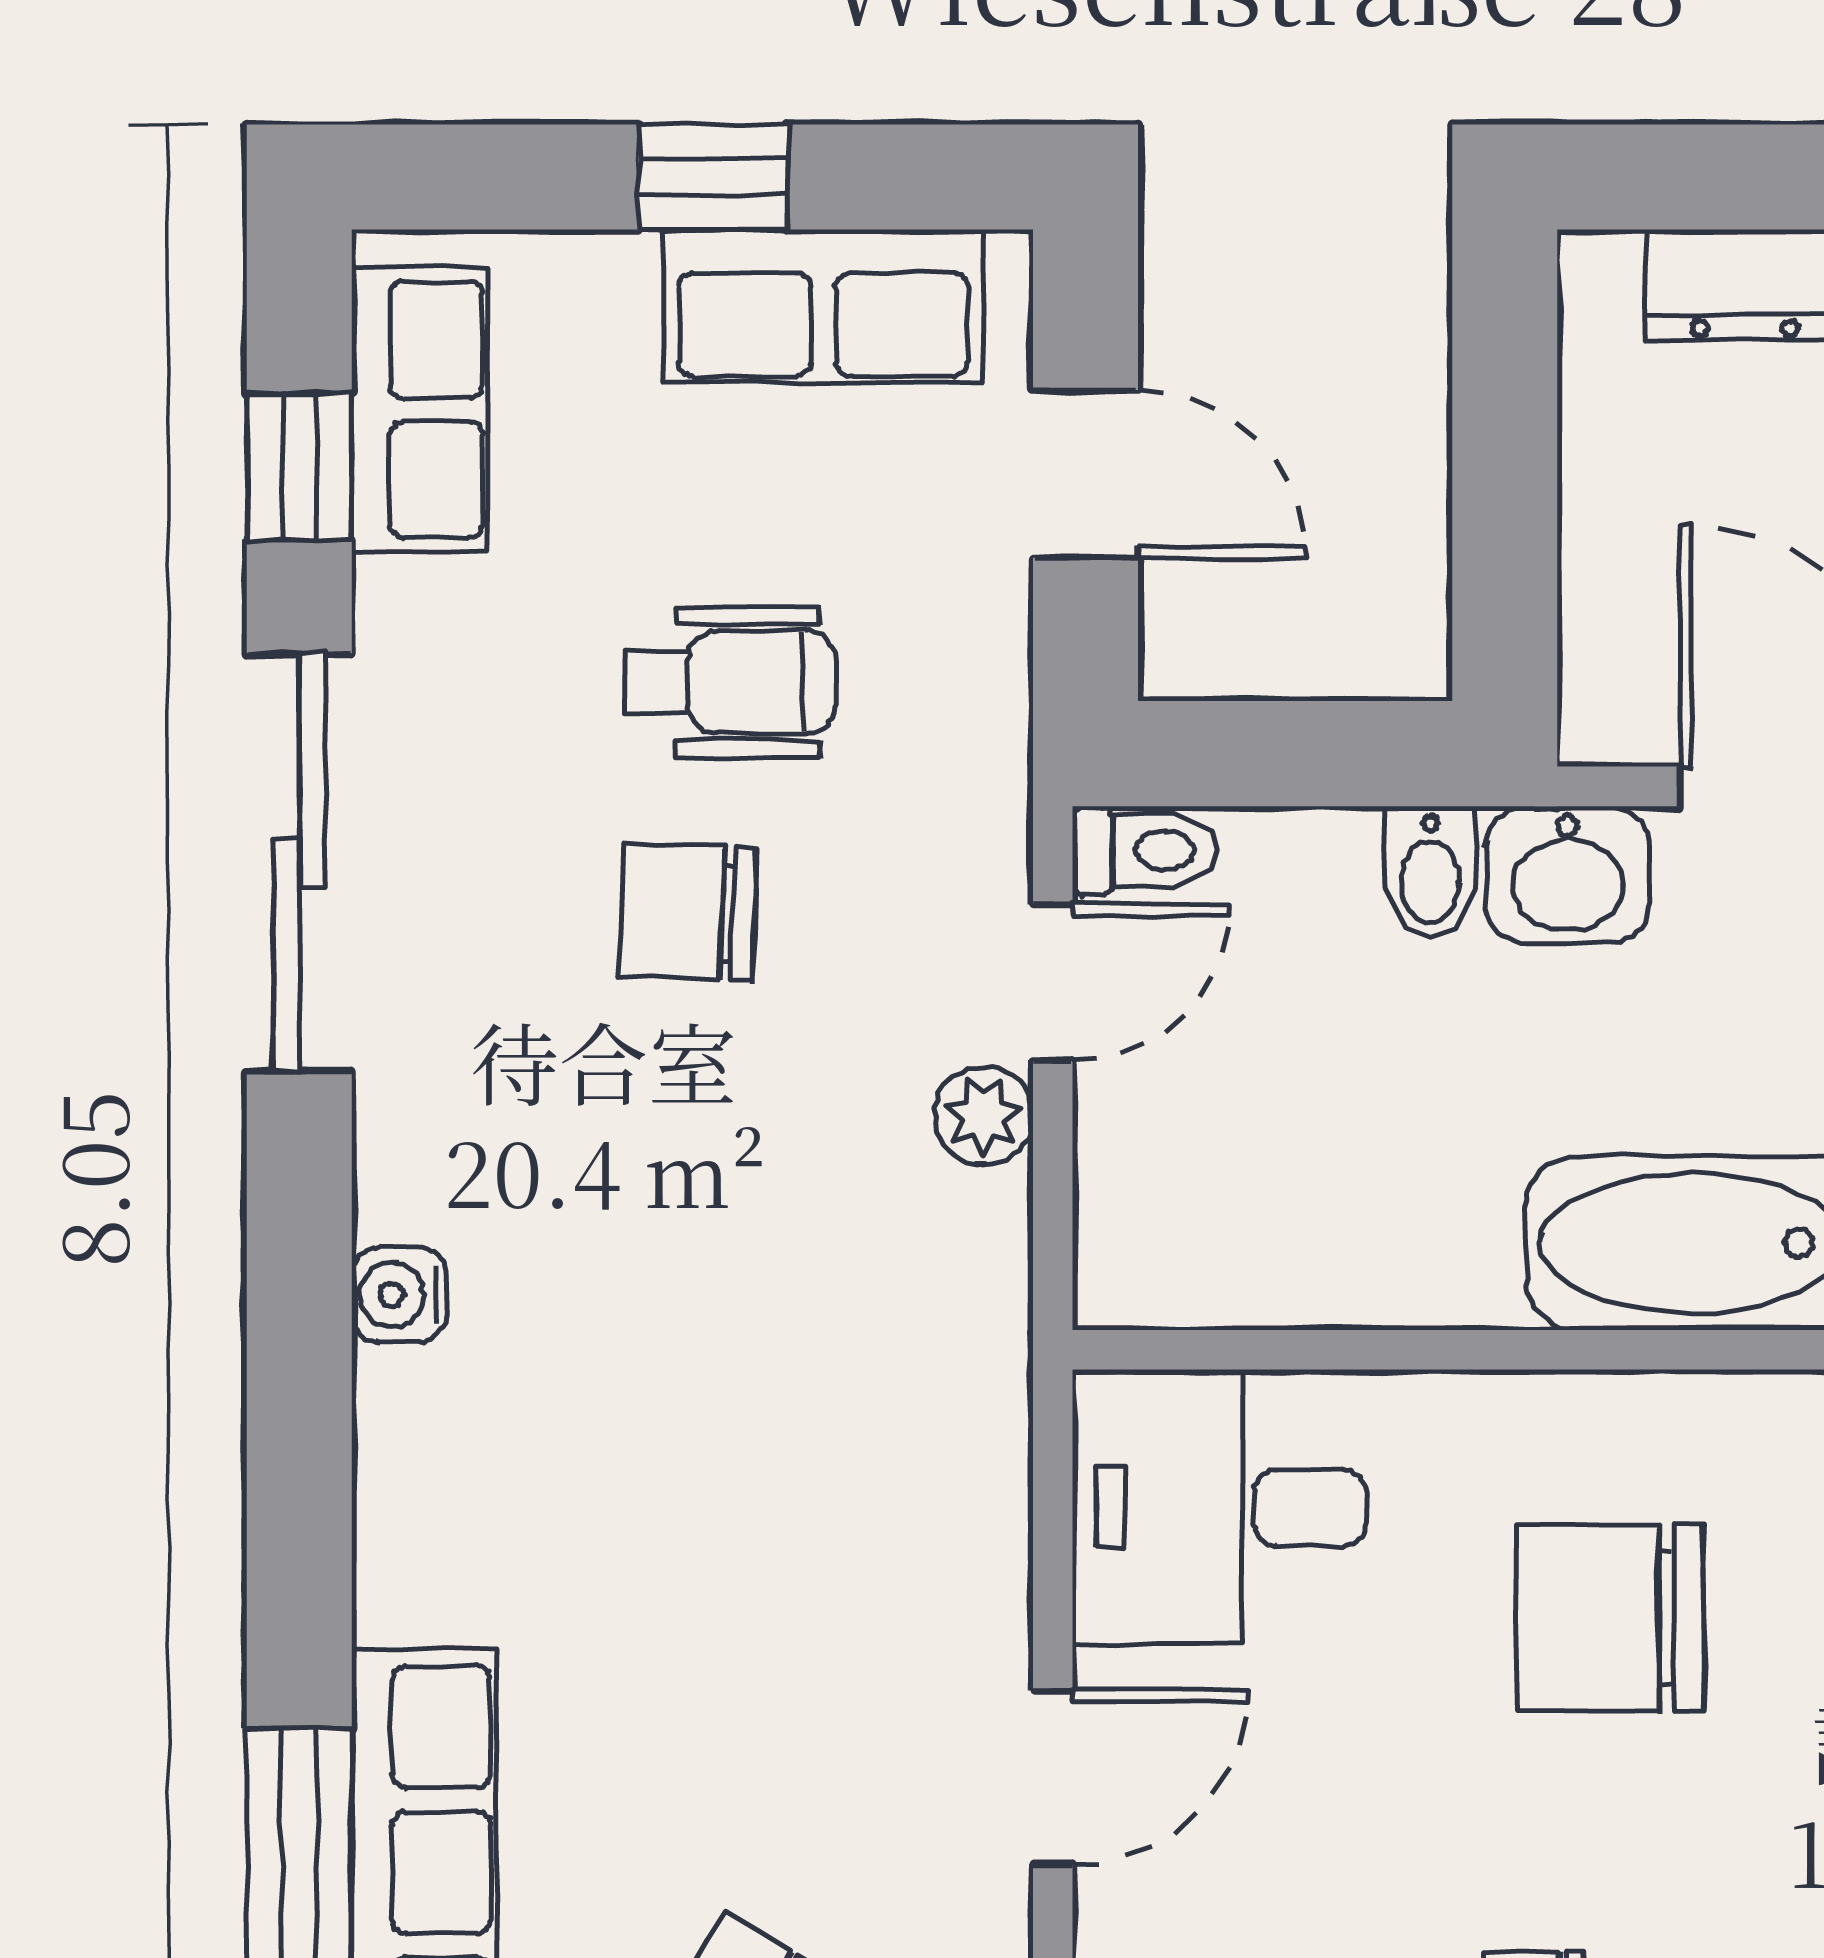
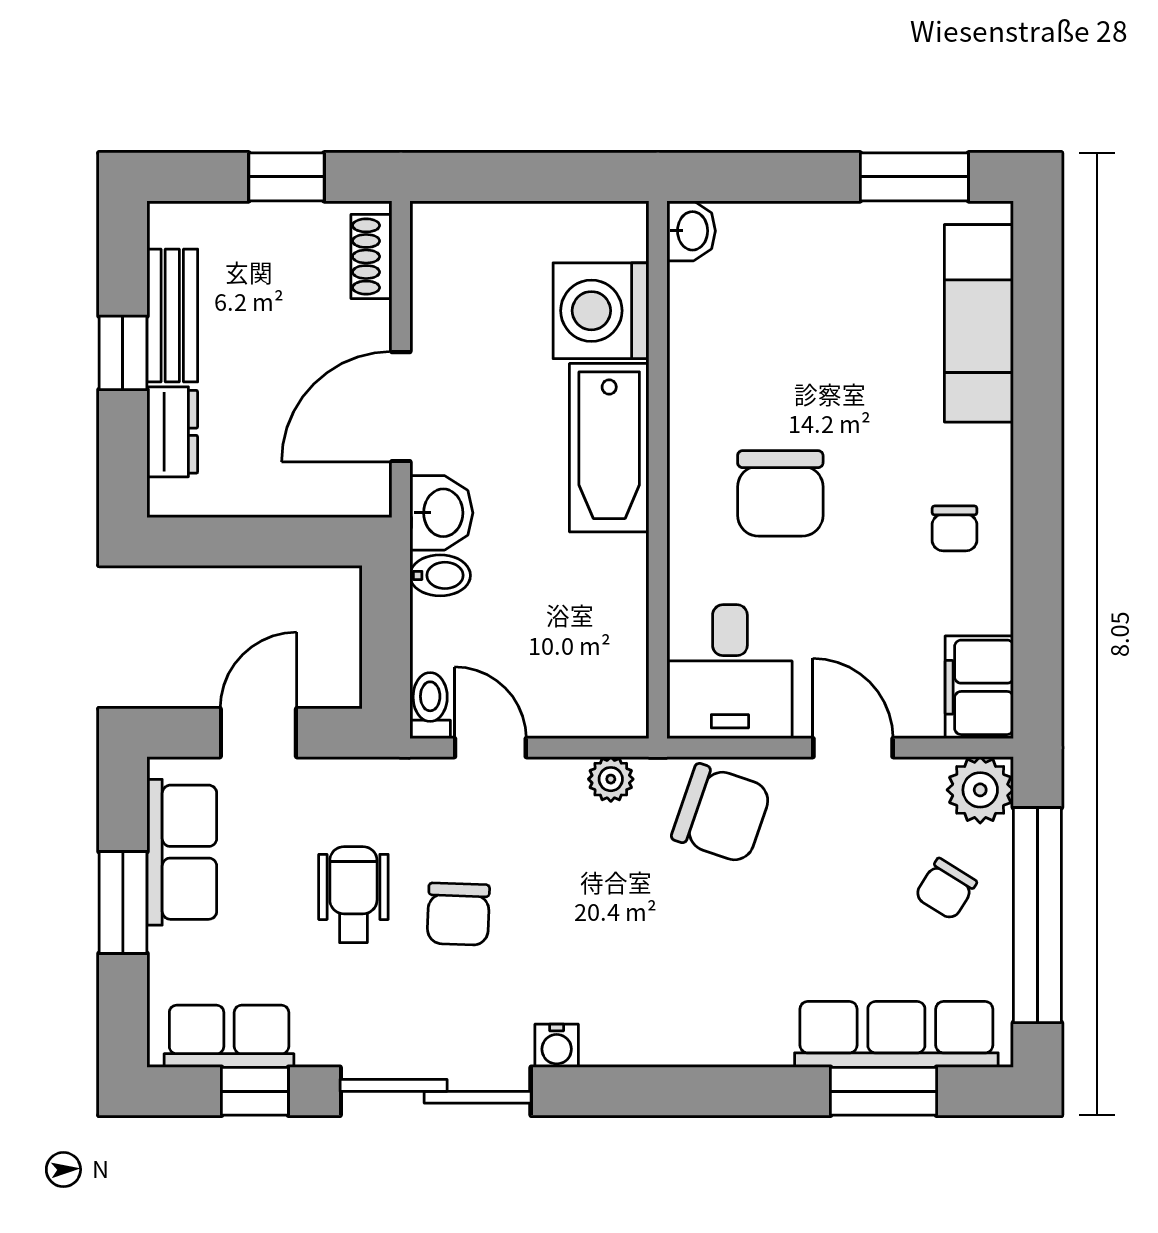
window: (713, 177) -> (123, 903), width x1.50
plant: (984, 1116) -> (611, 779), moved
water cooler: (399, 1295) -> (557, 1046), moved
chair: (908, 1489) -> (722, 814), added

